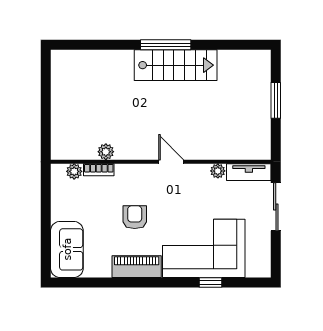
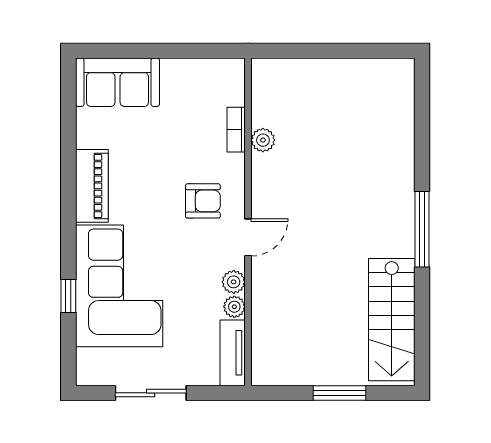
stairs: (176, 65) -> (392, 320), moved
plant: (74, 171) -> (234, 282), moved
sliding door: (276, 207) -> (151, 393), moved
armchair: (135, 217) -> (203, 201), moved

